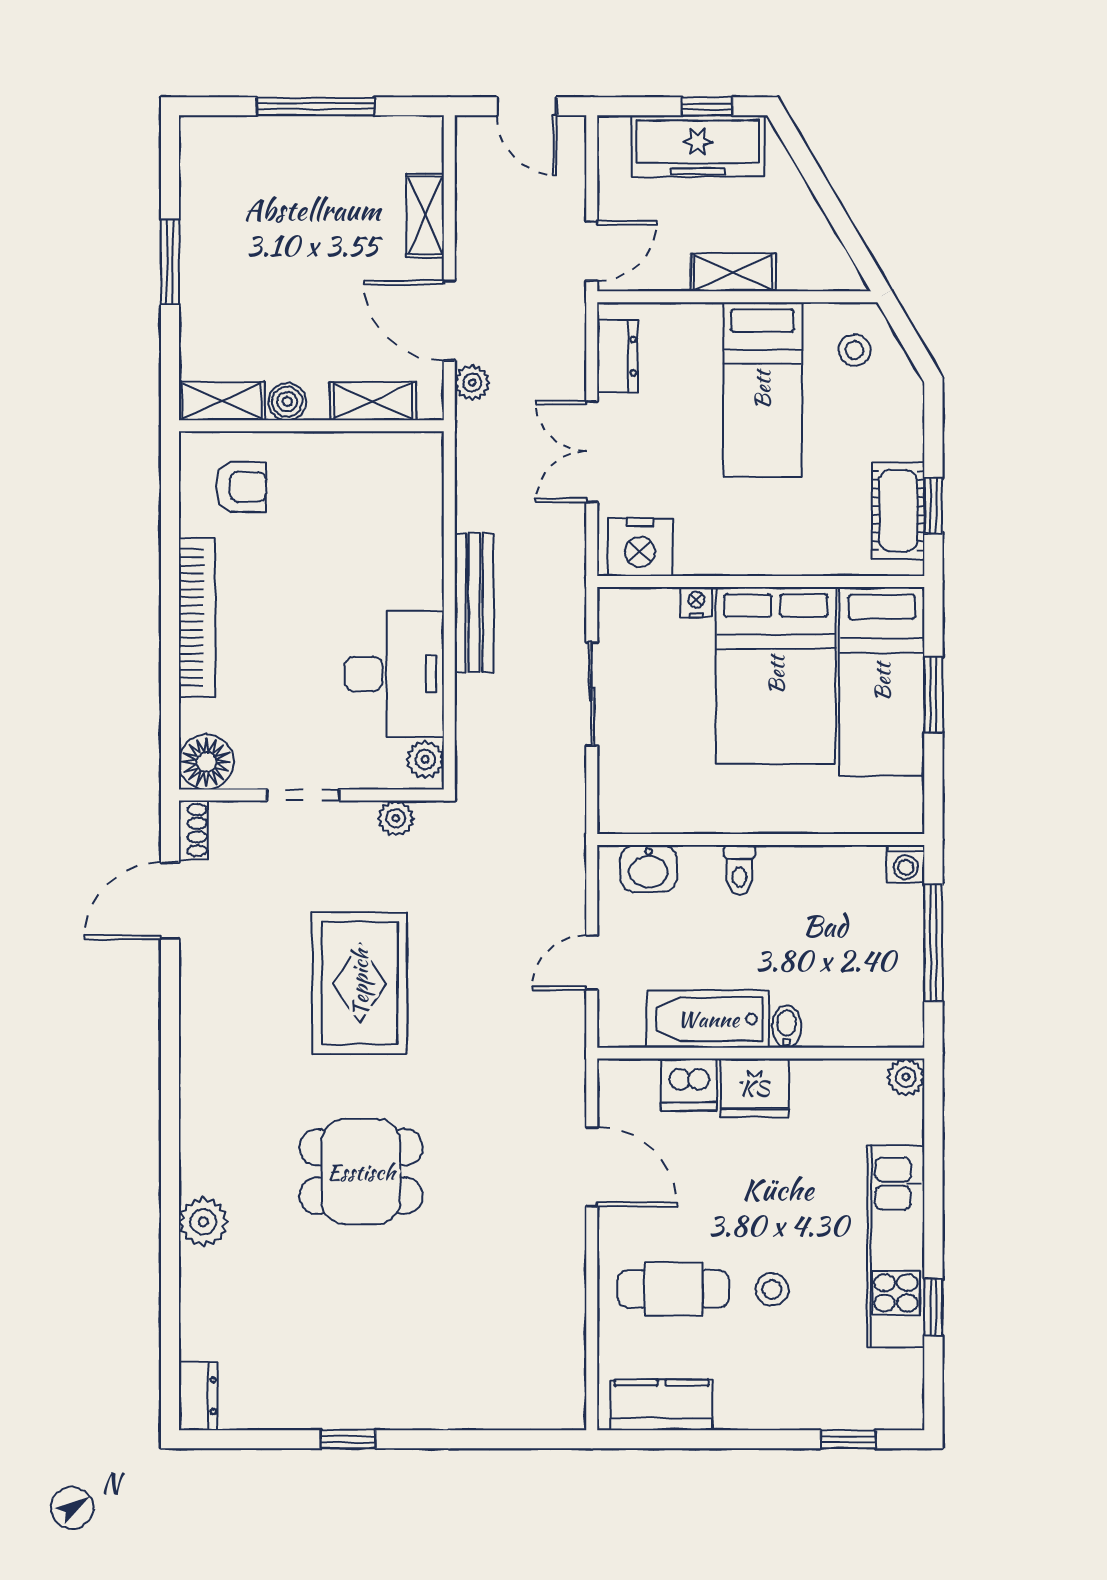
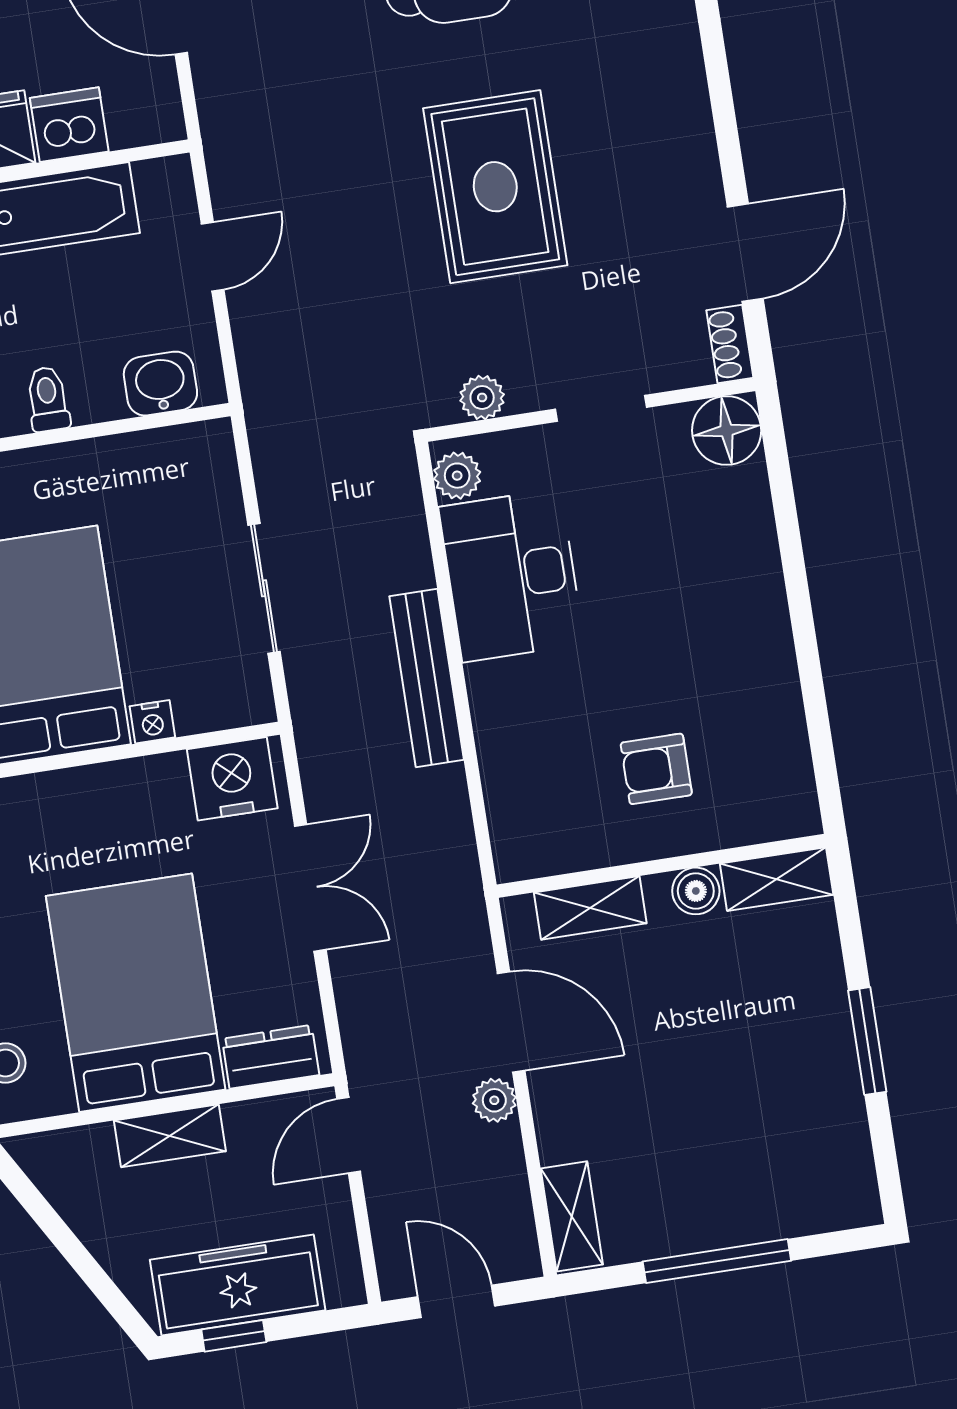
shelving: (425, 216) -> (572, 1216), moved
dresser: (617, 356) -> (271, 1057), moved, turned 90
plant: (472, 382) -> (494, 1100), moved
bed: (762, 390) -> (136, 993), width x1.50
armchair: (241, 487) -> (656, 769), moved
bookcase: (197, 617) -> (766, 607), removed

